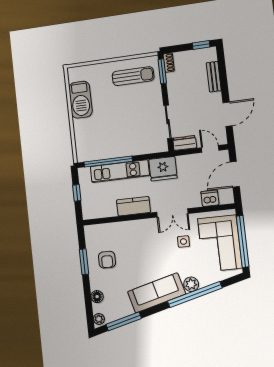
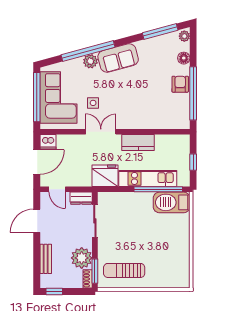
plant: (177, 83) -> (82, 258), added
barbecue: (81, 100) -> (172, 202), moved, turned -90
dishwasher: (210, 198) -> (48, 142), moved
armchair: (107, 260) -> (180, 84), moved
window: (84, 262) -> (193, 93), width x2.11
sofa: (156, 293) -> (118, 58), width x0.73

